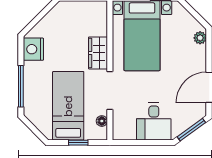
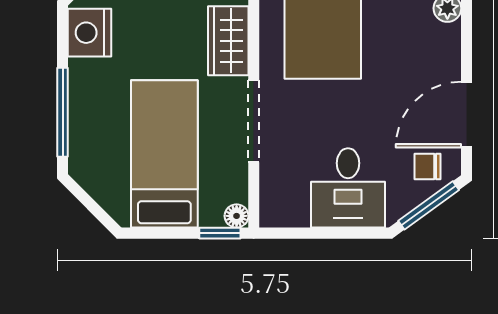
chair: (191, 112) -> (427, 167), added
floor lamp: (102, 121) -> (237, 216), moved
window: (78, 143) -> (220, 233), moved

